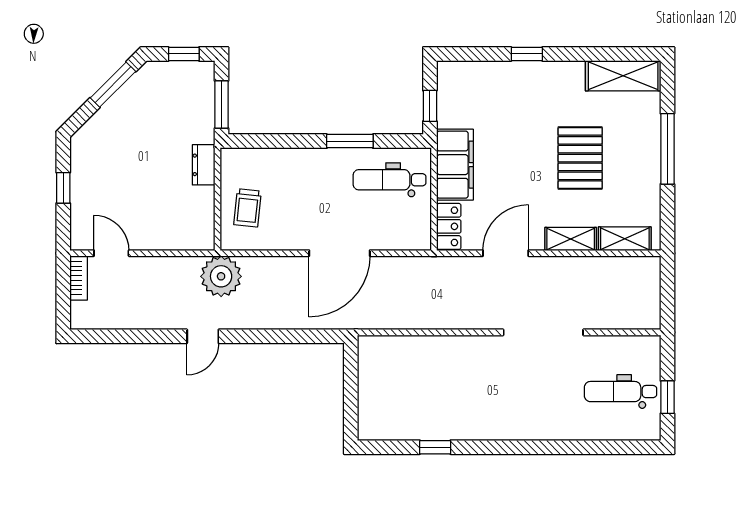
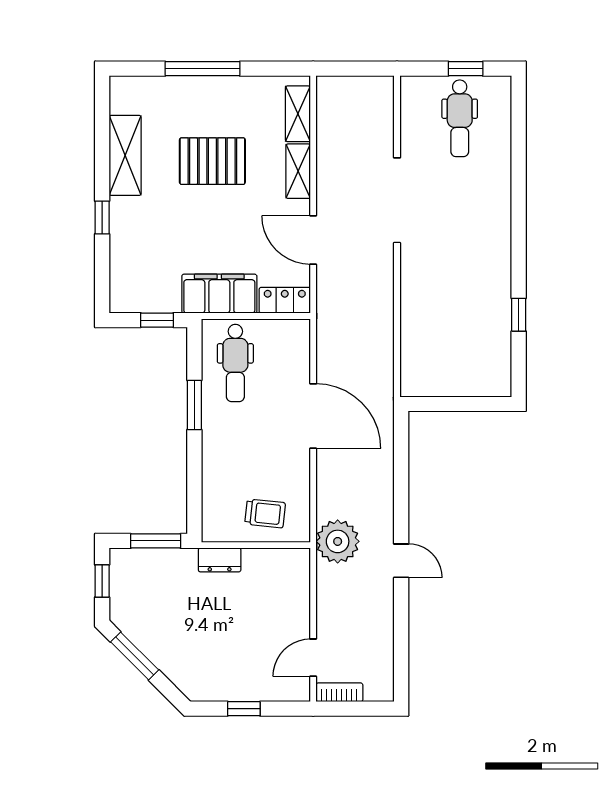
shelving: (623, 76) -> (125, 155), moved

